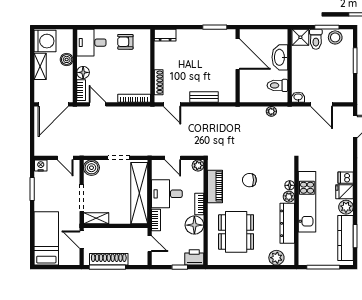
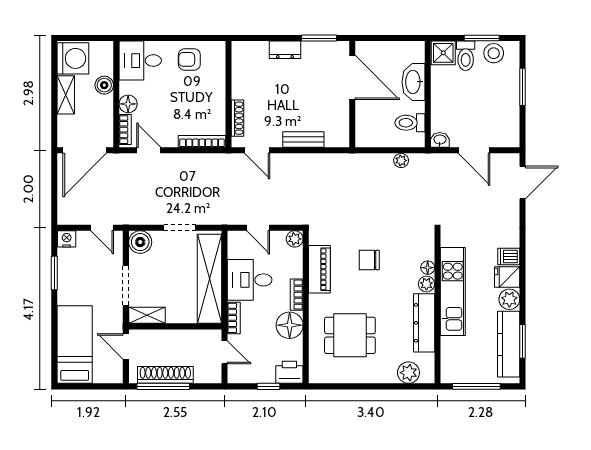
dresser: (165, 35) -> (285, 50), moved
dining table: (236, 232) -> (350, 335), width x0.73

